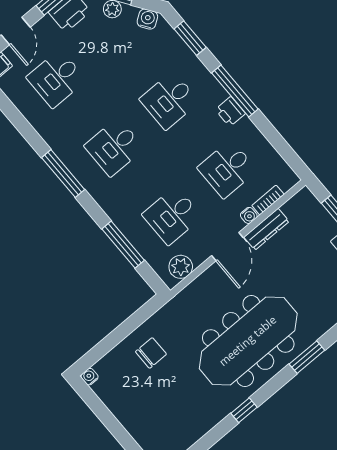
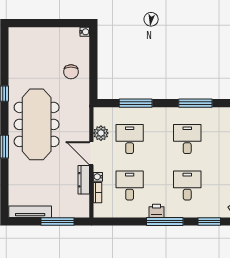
plant: (181, 267) -> (101, 133), moved

